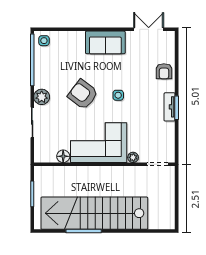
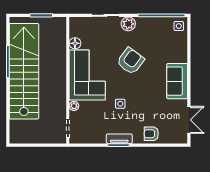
side table: (118, 95) -> (120, 104), moved

